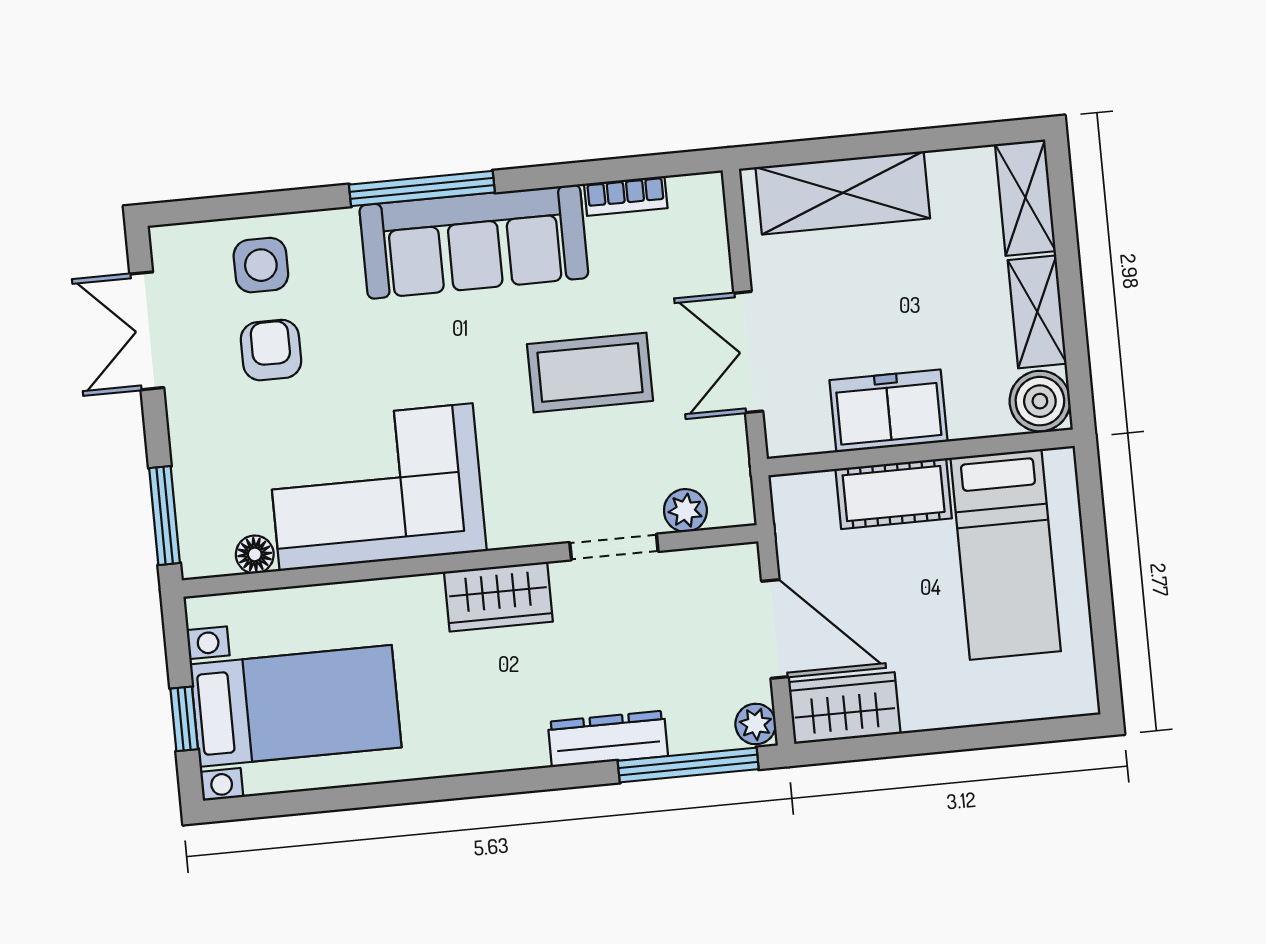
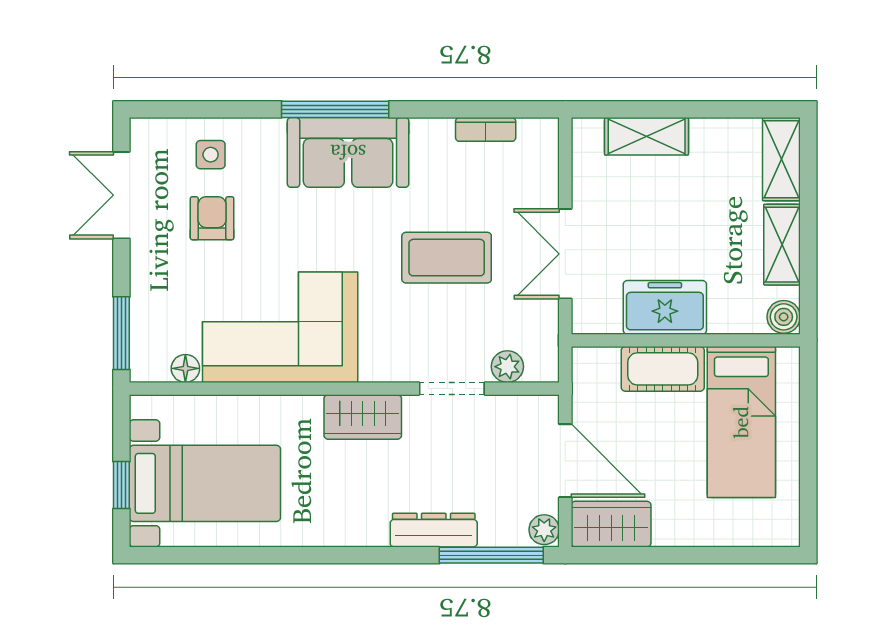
shelving: (843, 193) -> (647, 136), width x0.67, depth x0.75
sofa: (474, 242) -> (348, 152), width x0.73
side table: (261, 265) -> (211, 155), width x0.73, depth x0.73
boiler: (1040, 401) -> (784, 317), width x0.73, depth x0.73

